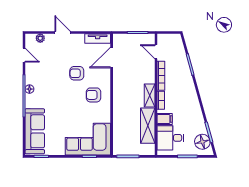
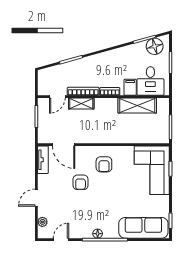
shelving: (150, 95) -> (81, 104), moved

